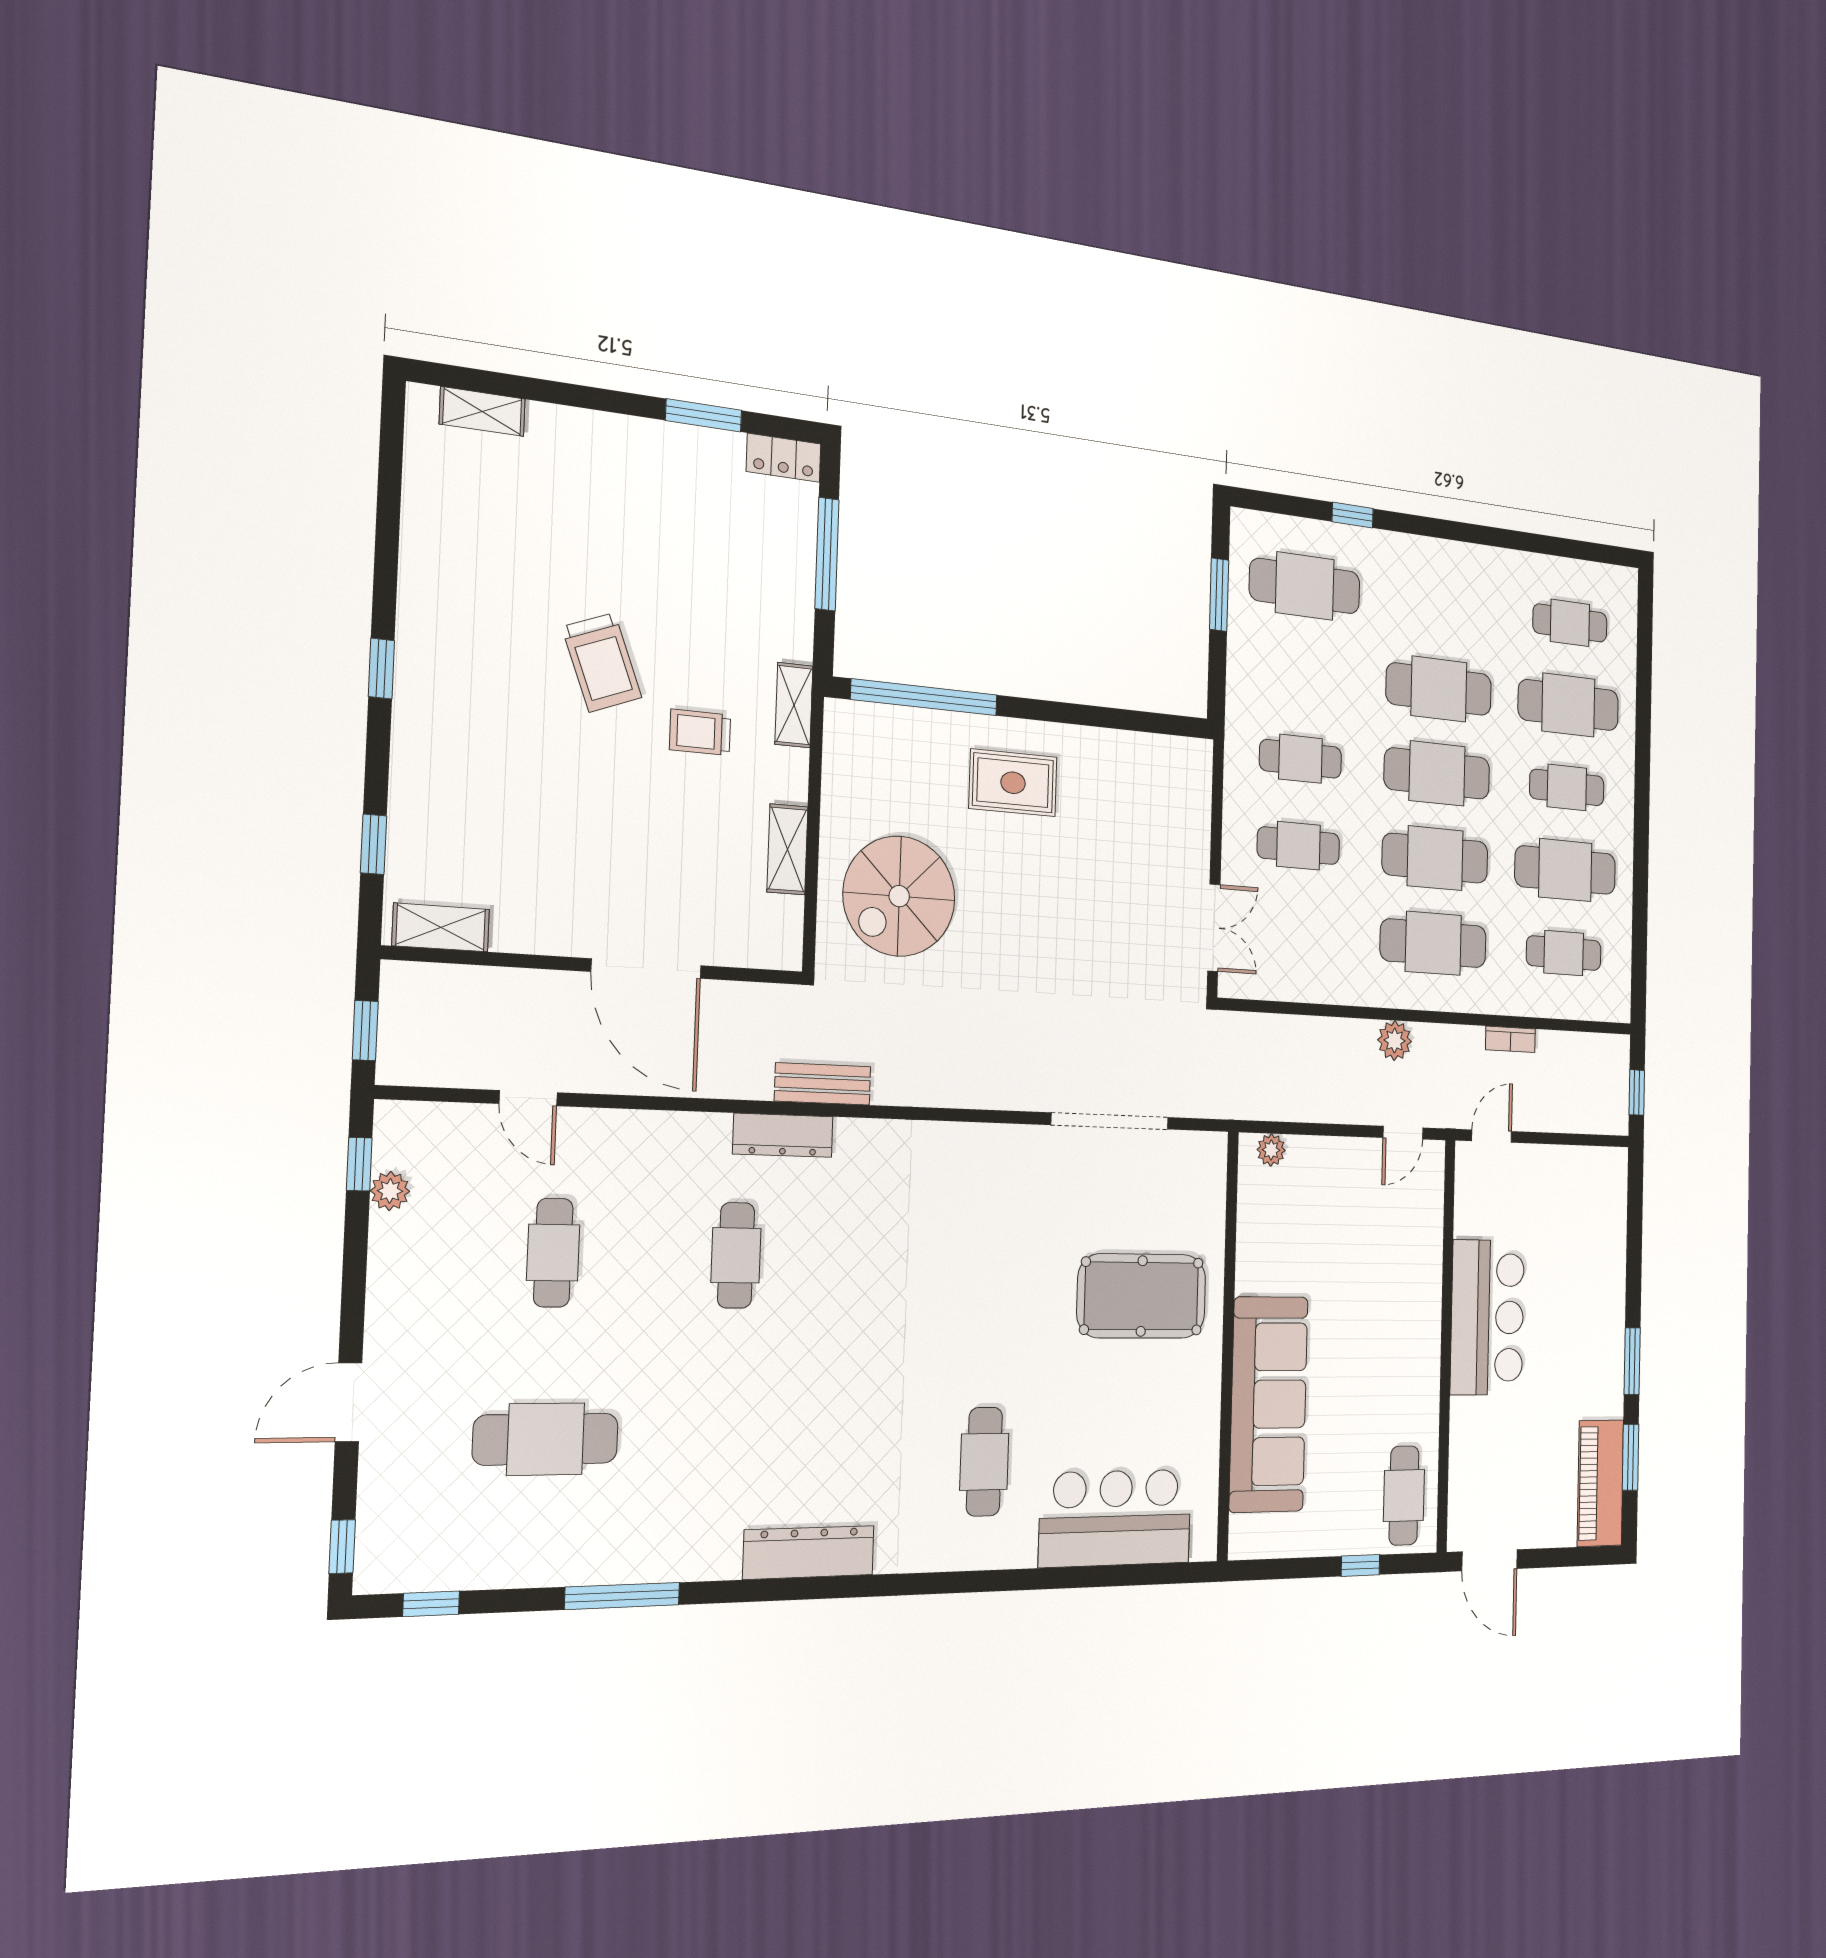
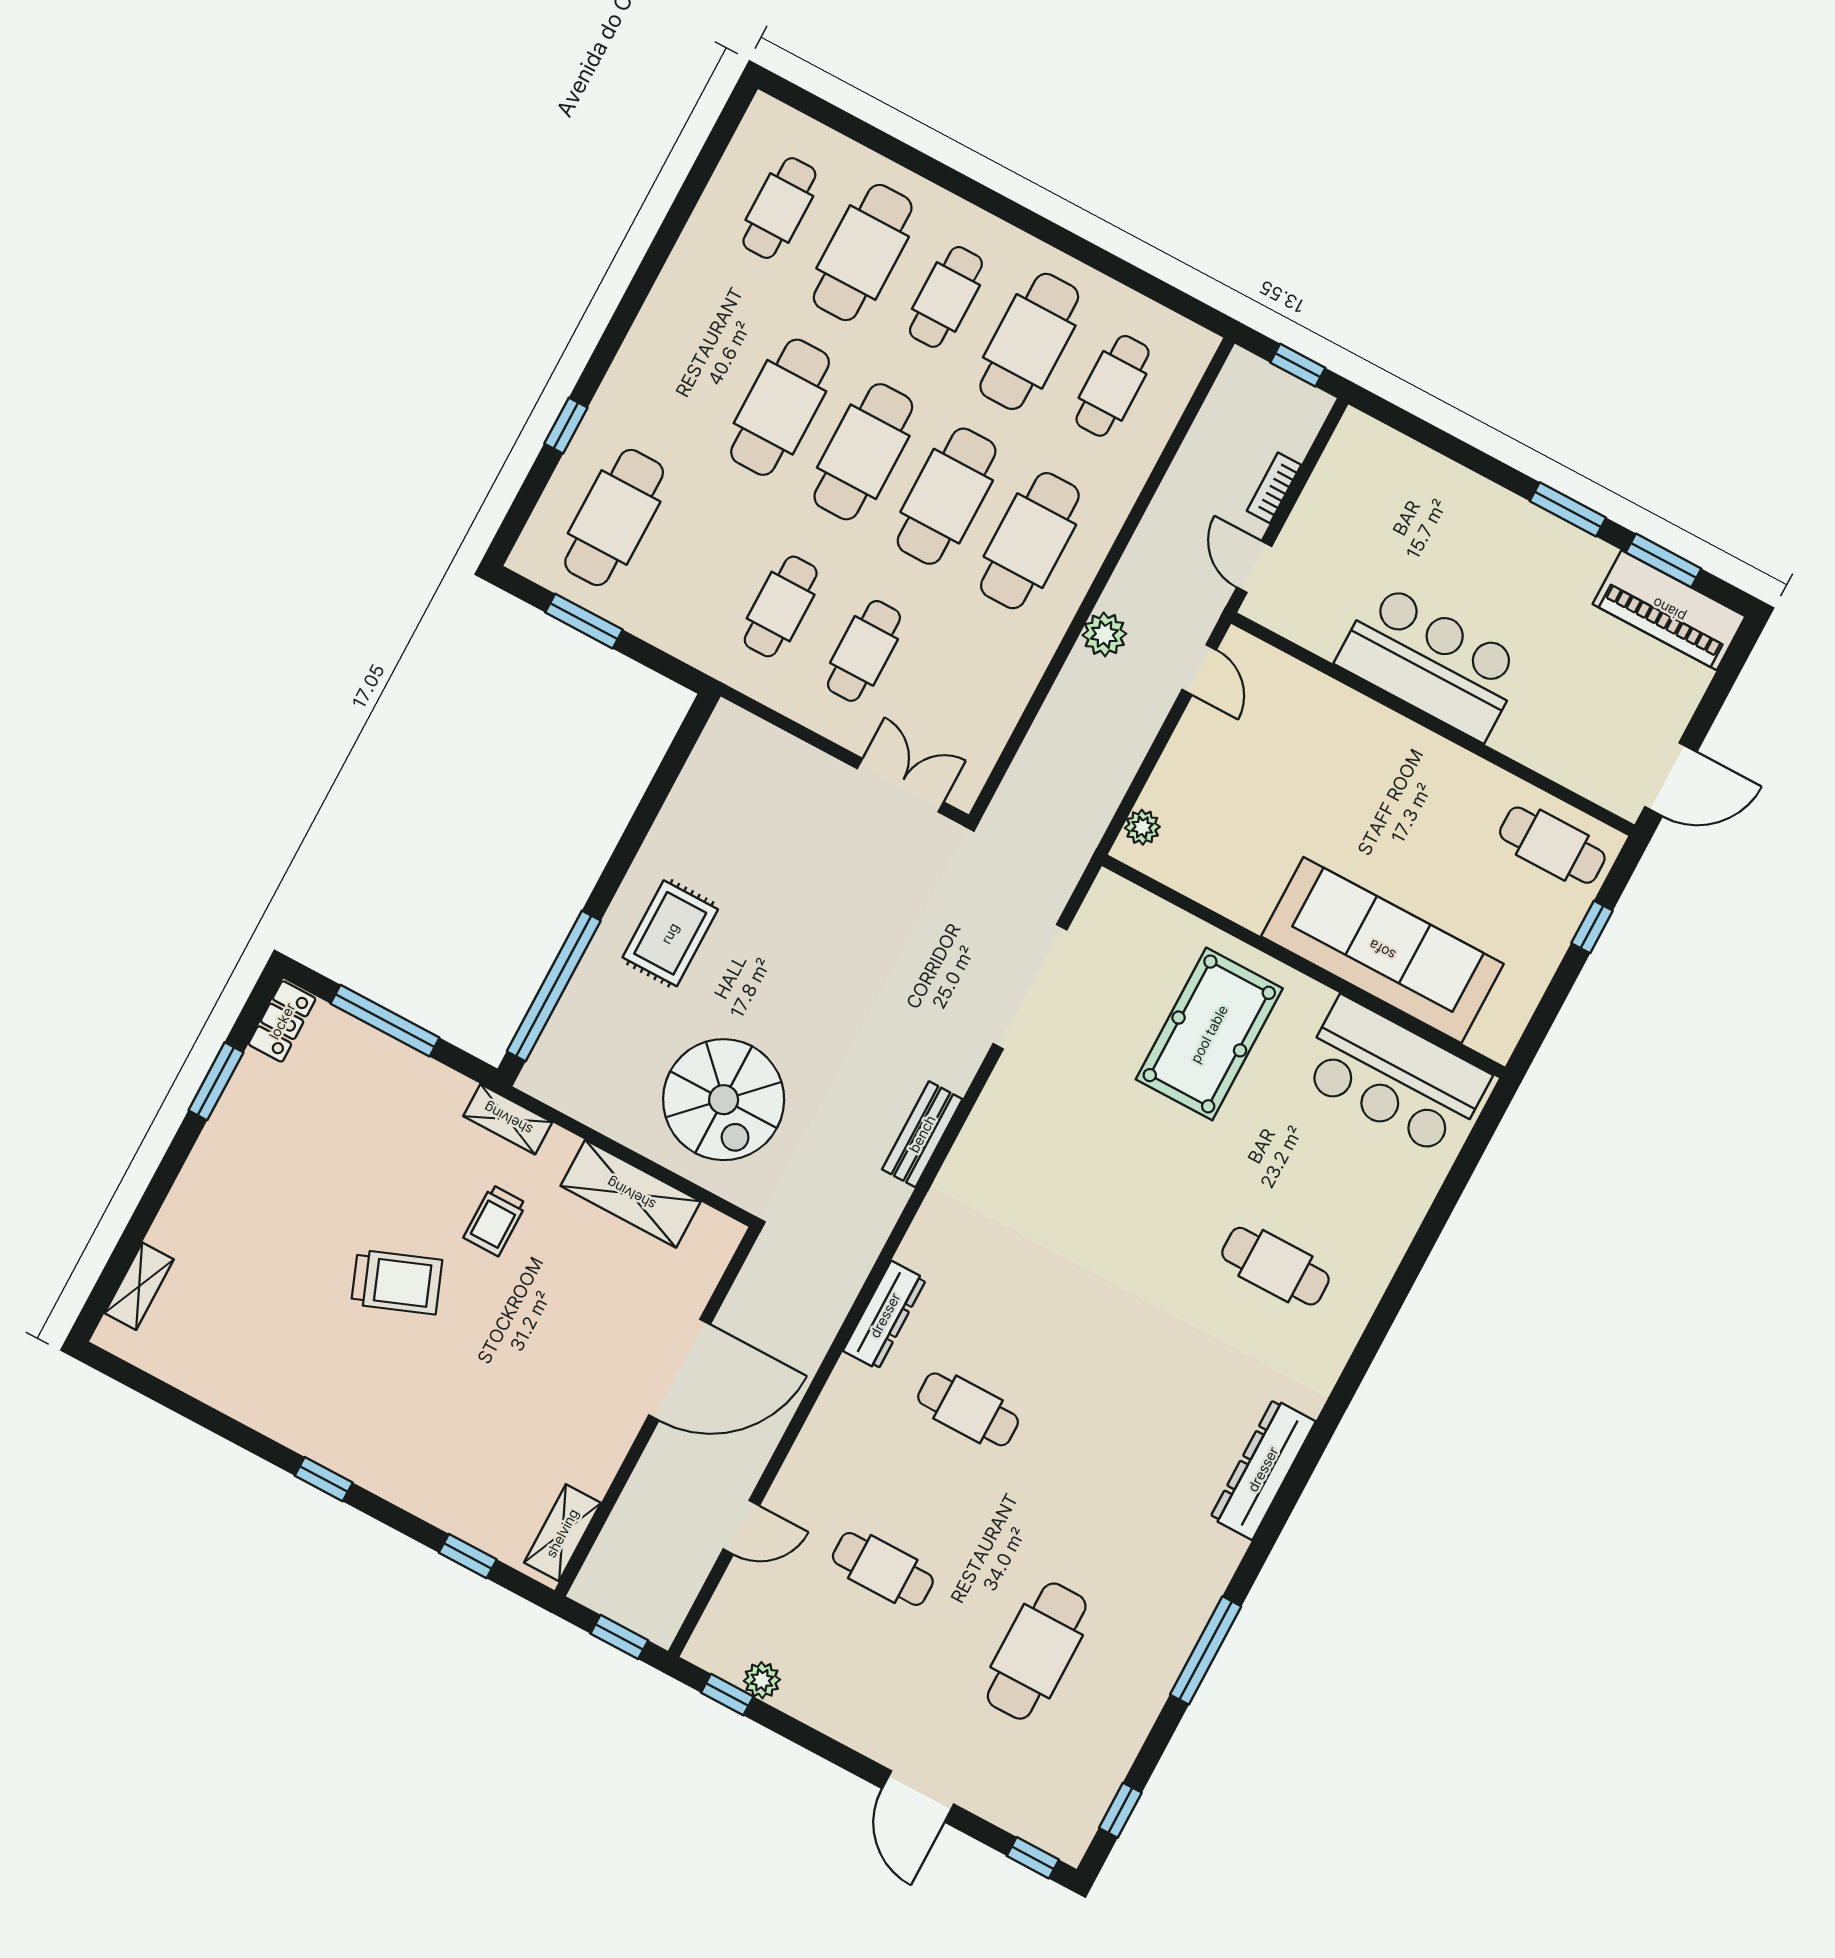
shelving: (787, 849) -> (631, 1194), width x1.50, depth x1.33
bookcase: (1510, 1039) -> (1274, 488), moved, turned 180
bench: (823, 1084) -> (922, 1134), moved
bar counter: (1115, 1518) -> (1394, 1077), moved, turned -90

